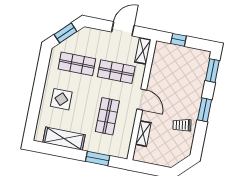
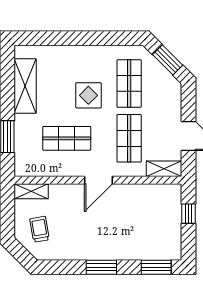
display table: (61, 99) -> (88, 95), moved
trolley: (182, 125) -> (40, 229), moved
shelving: (143, 134) -> (31, 191), moved

